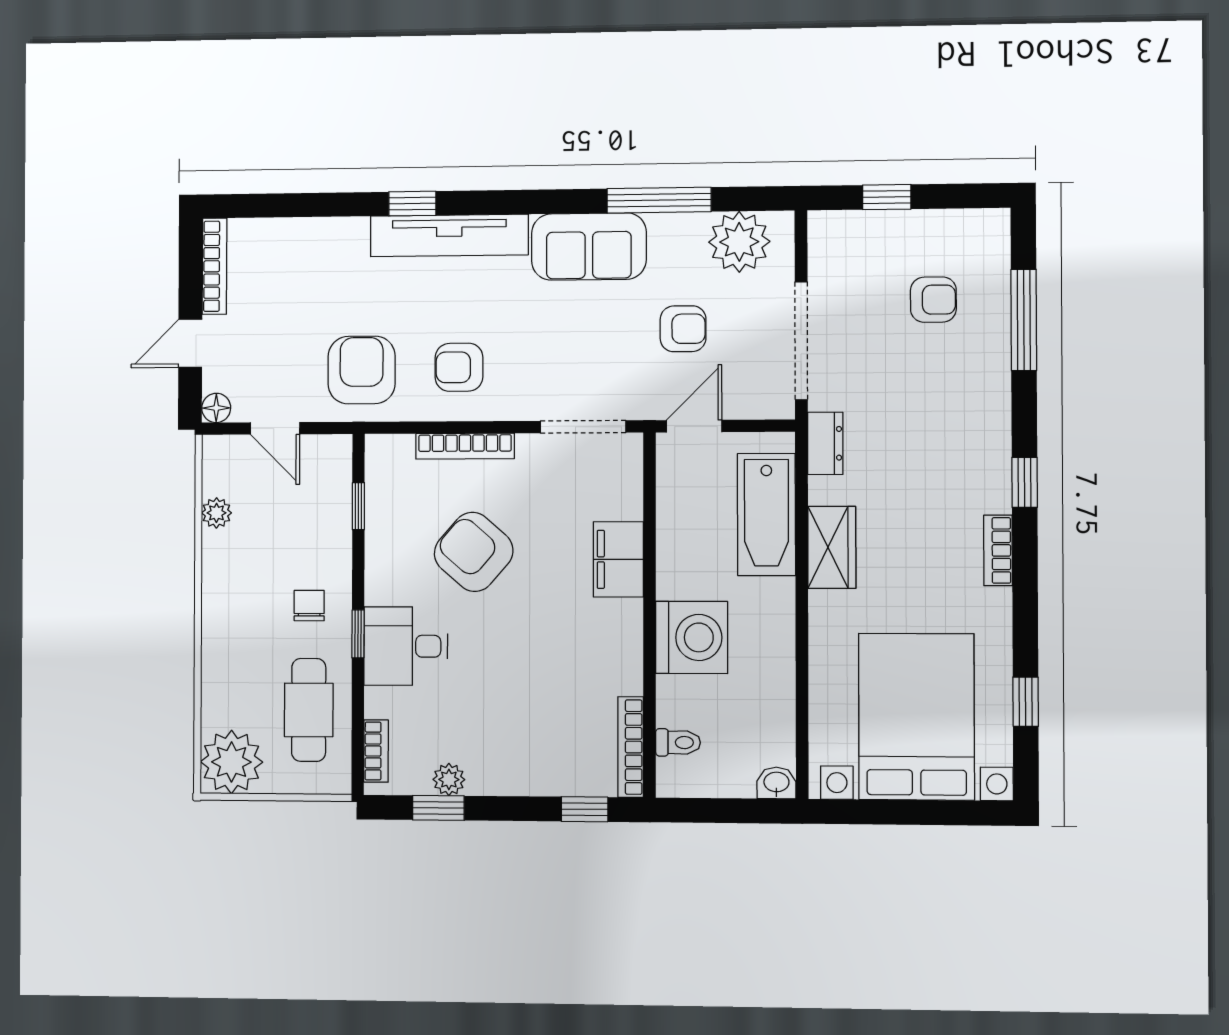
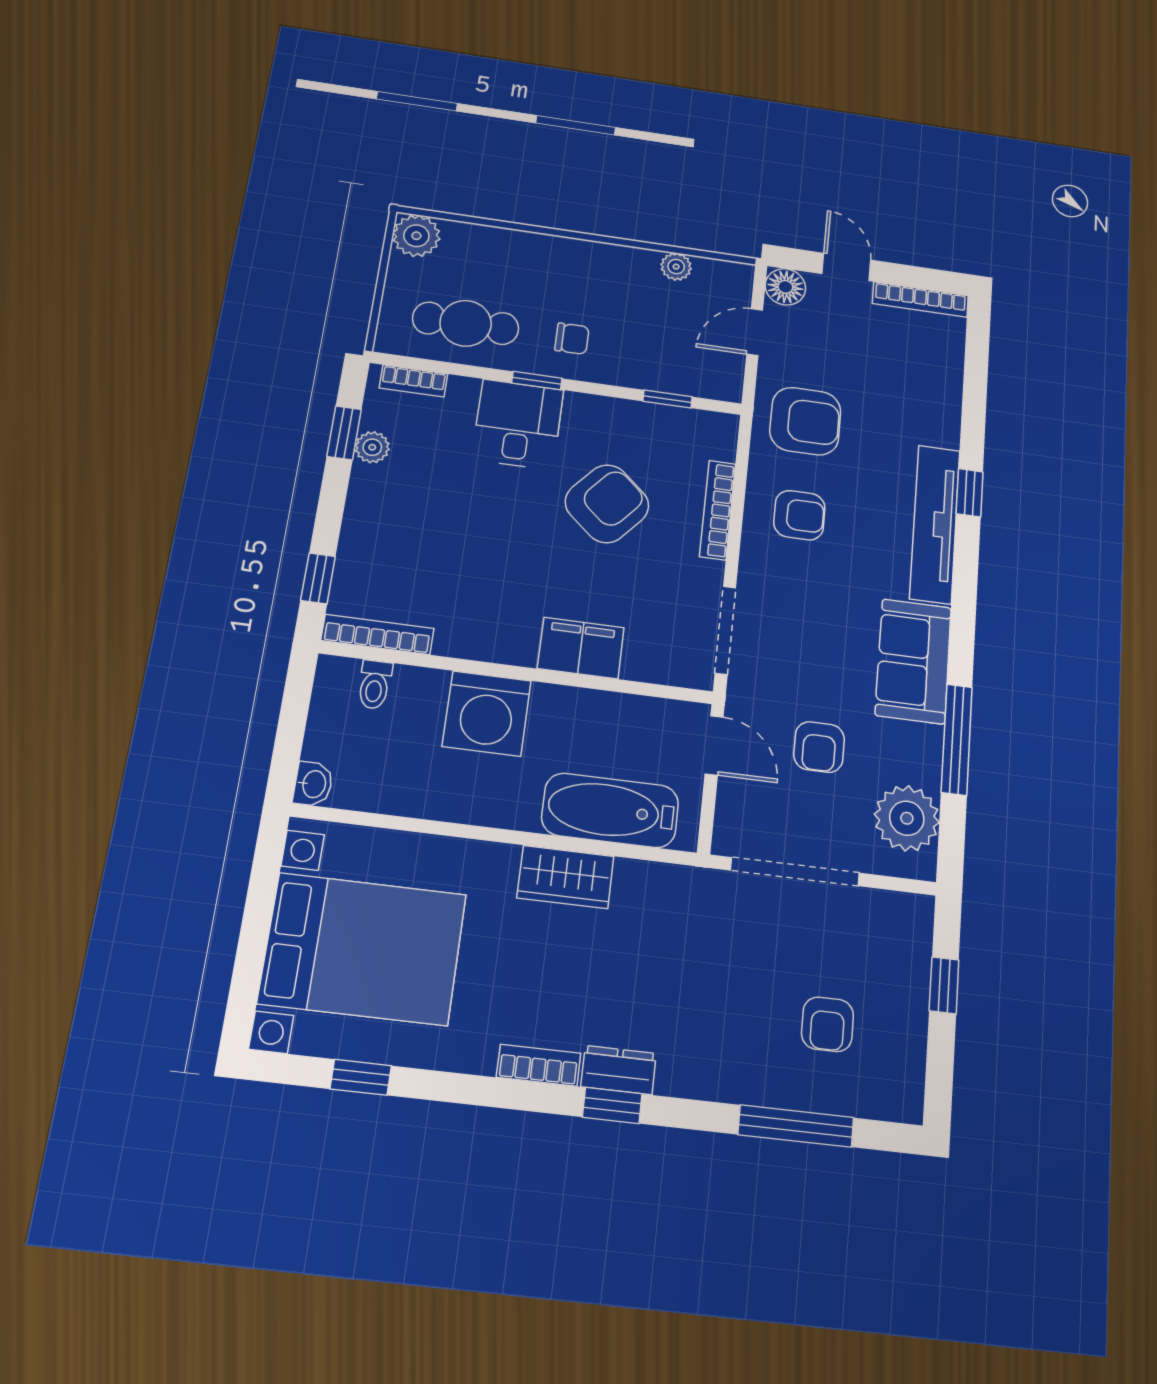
armchair: (459, 367) -> (799, 515), turned 90
floor lamp: (216, 408) -> (785, 287), width x1.37, depth x1.37
dresser: (825, 443) -> (618, 1070), moved, turned 180
plant: (231, 762) -> (416, 236), width x0.73, depth x0.73

